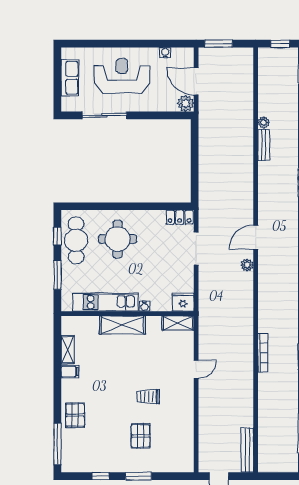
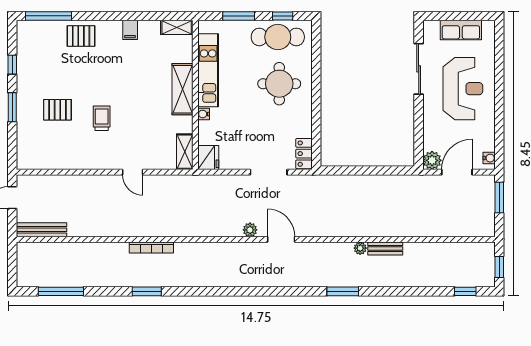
water cooler: (165, 53) -> (489, 158), moved
plant: (264, 123) -> (360, 248), moved
shelving: (68, 350) -> (177, 27), moved

